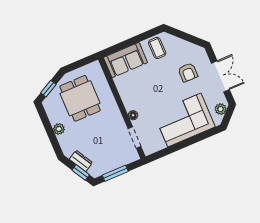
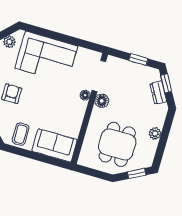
floor lamp: (117, 121) -> (102, 101), added
doorway: (135, 138) -> (99, 76), width x1.38
window: (115, 173) -> (138, 60), width x0.67

